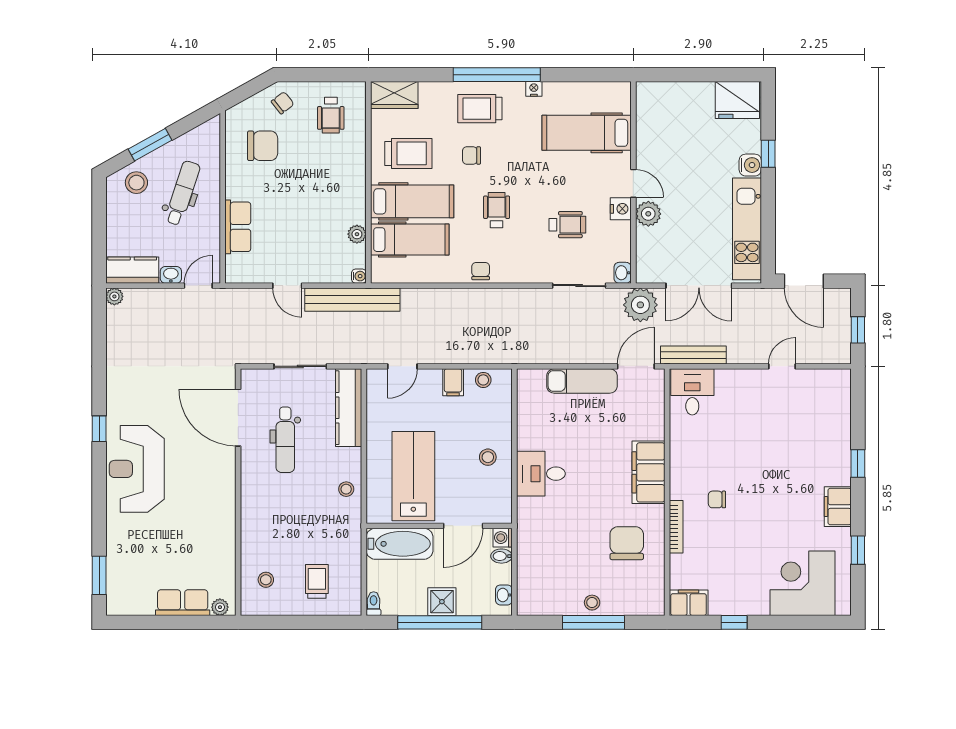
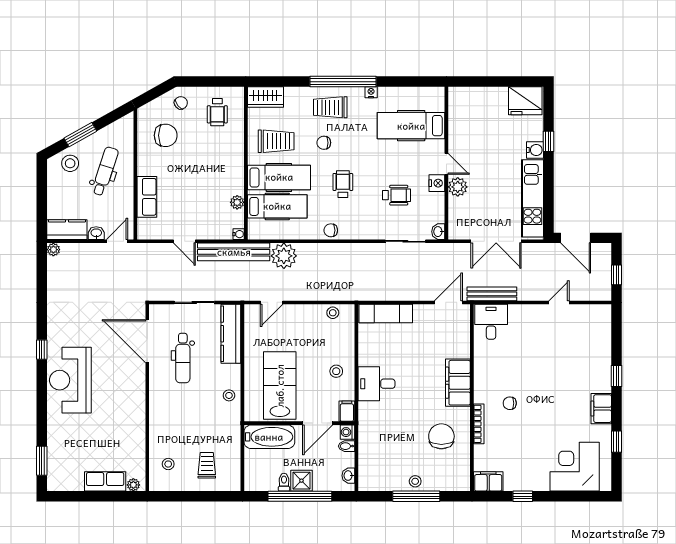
chair: (481, 271) -> (331, 230), turned -90
plant: (640, 305) -> (284, 256), moved
exam couch: (582, 381) -> (386, 314), moved
filing cabinet: (453, 382) -> (347, 411), moved, turned 180
toilet: (374, 604) -> (284, 482), moved

